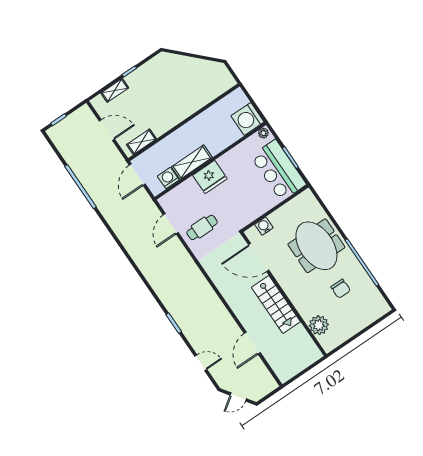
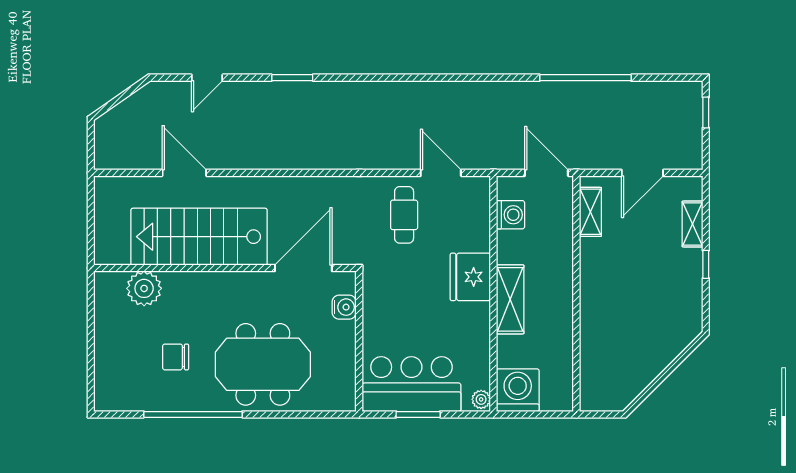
shelving: (192, 162) -> (510, 299), moved
stairs: (276, 304) -> (199, 237), width x1.36, depth x1.51
door: (238, 397) -> (119, 99), removed

